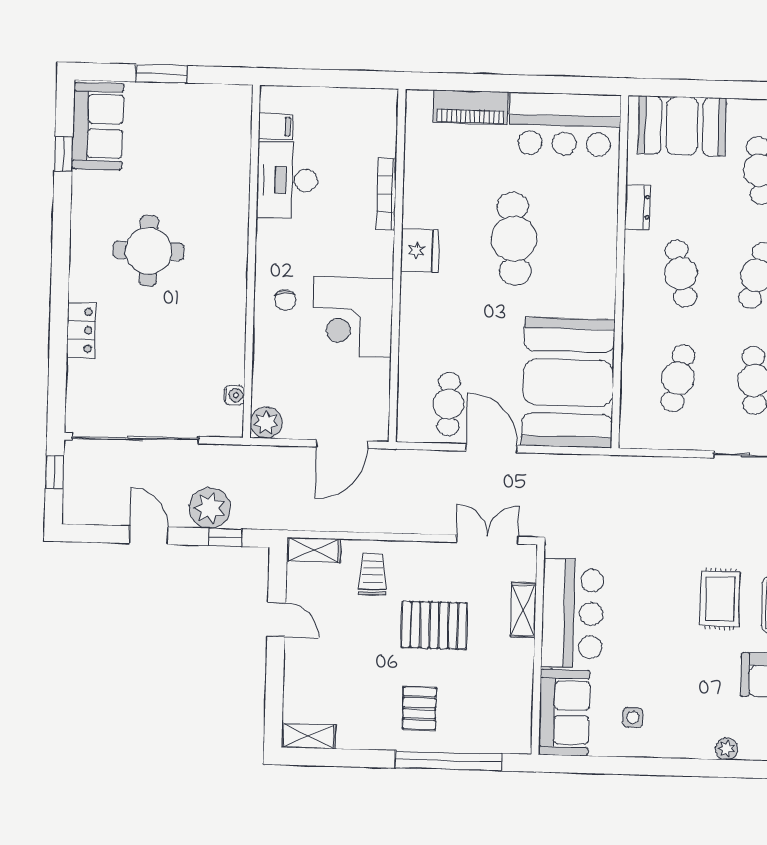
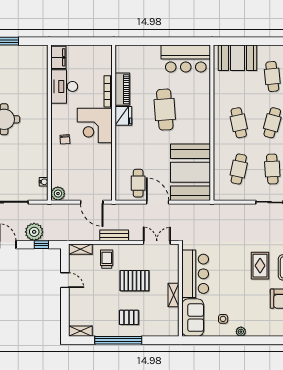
piano: (470, 107) -> (122, 89), moved, turned -90
filing cabinet: (276, 126) -> (58, 57), width x2.00
dresser: (638, 207) -> (219, 94), removed
corner desk: (353, 317) -> (95, 126), moved
door: (342, 444) -> (92, 202), hinge flipped
bench: (391, 521) -> (114, 235), added
shelving: (523, 610) -> (174, 295), moved
pallet: (419, 708) -> (129, 317), turned 90
plant: (727, 749) -> (241, 332), moved
window: (448, 761) -> (118, 340), moved

